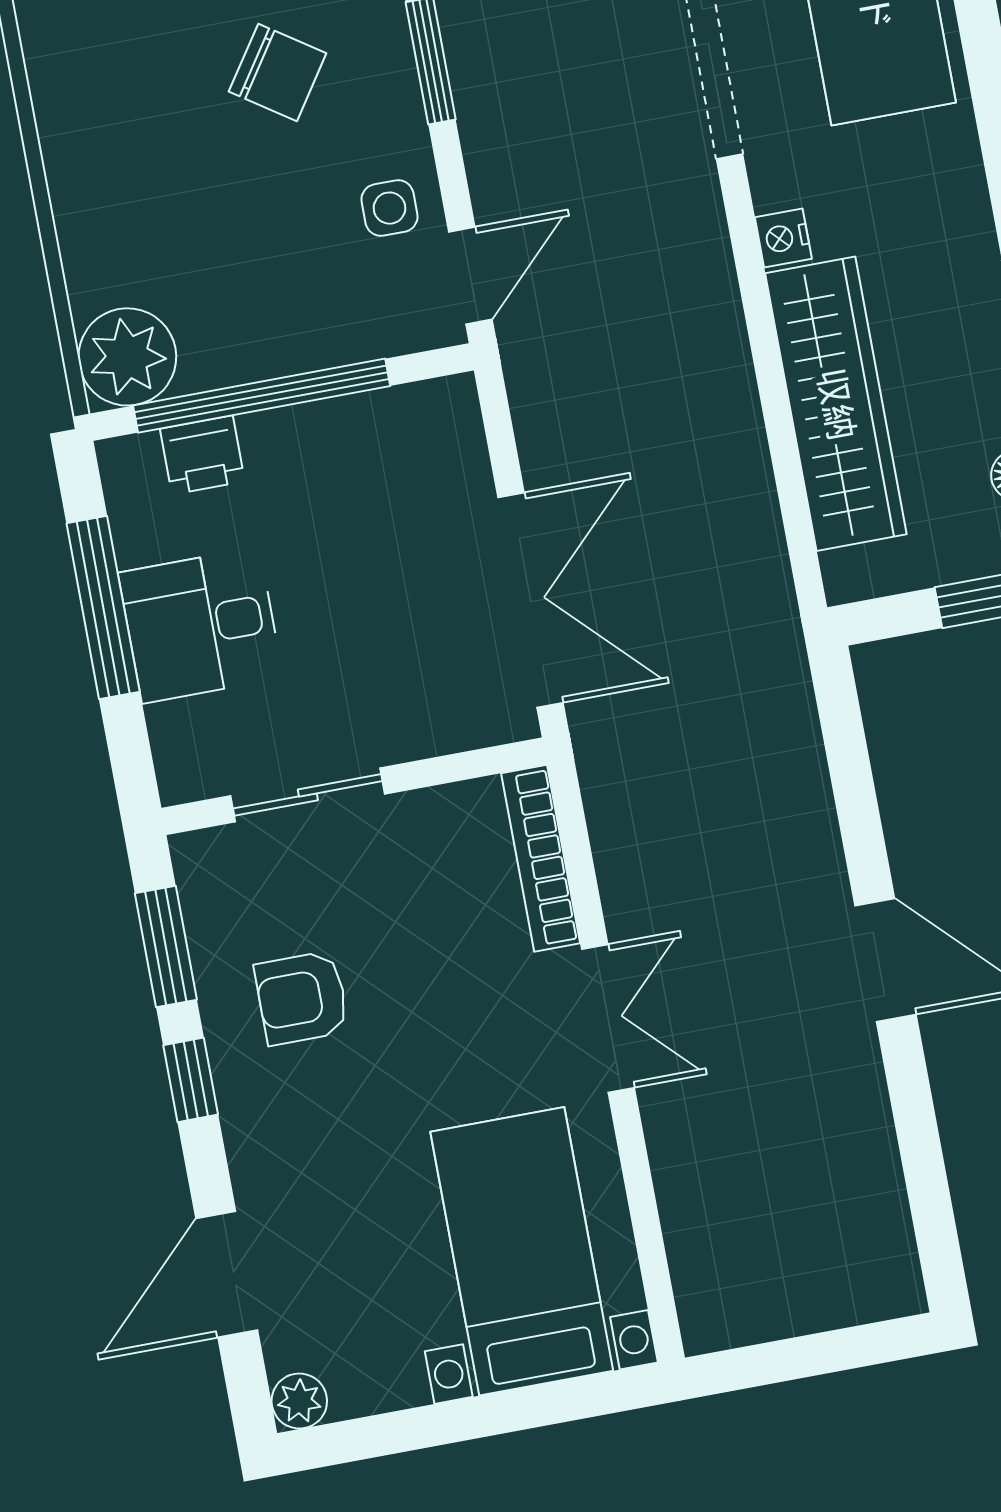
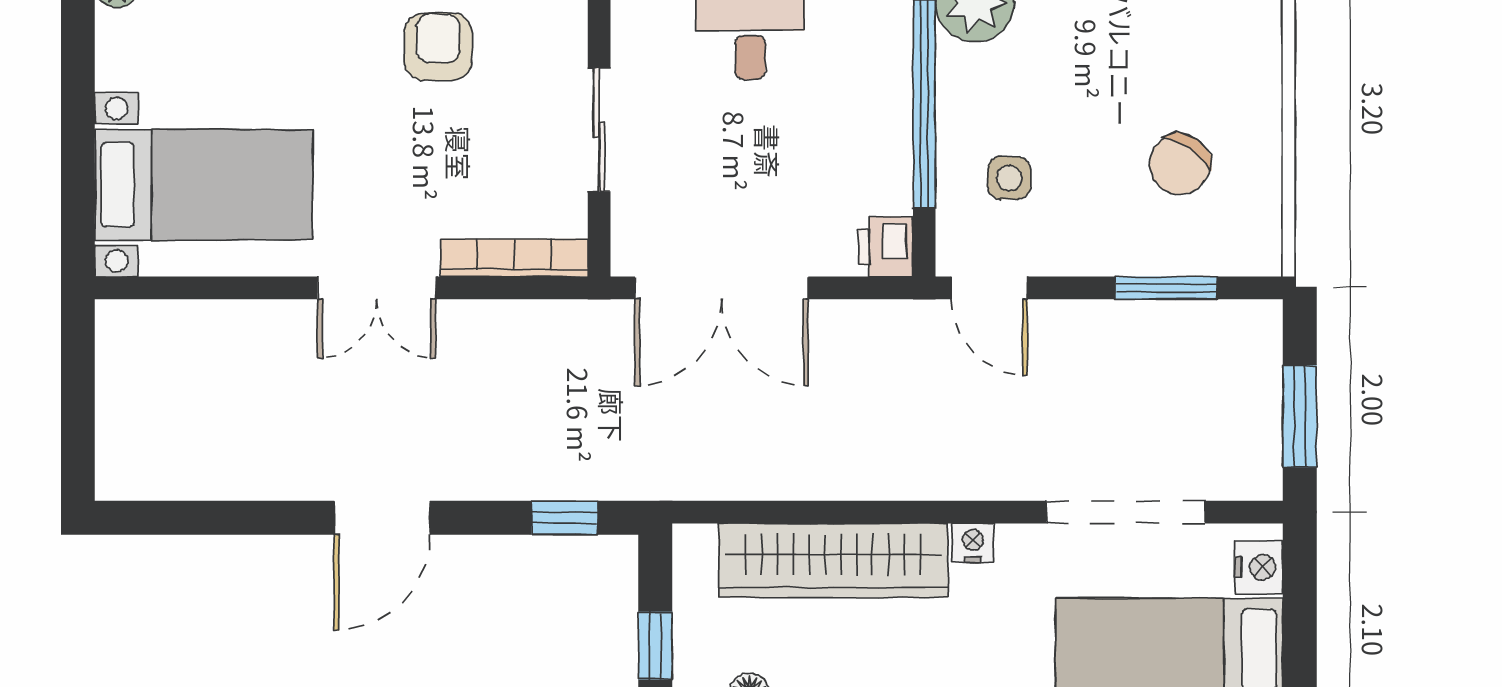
side table: (389, 208) -> (1009, 178), moved
printer: (202, 455) -> (886, 247), moved
window: (844, 739) -> (565, 518), added
sliding door: (308, 795) -> (599, 130), moved

